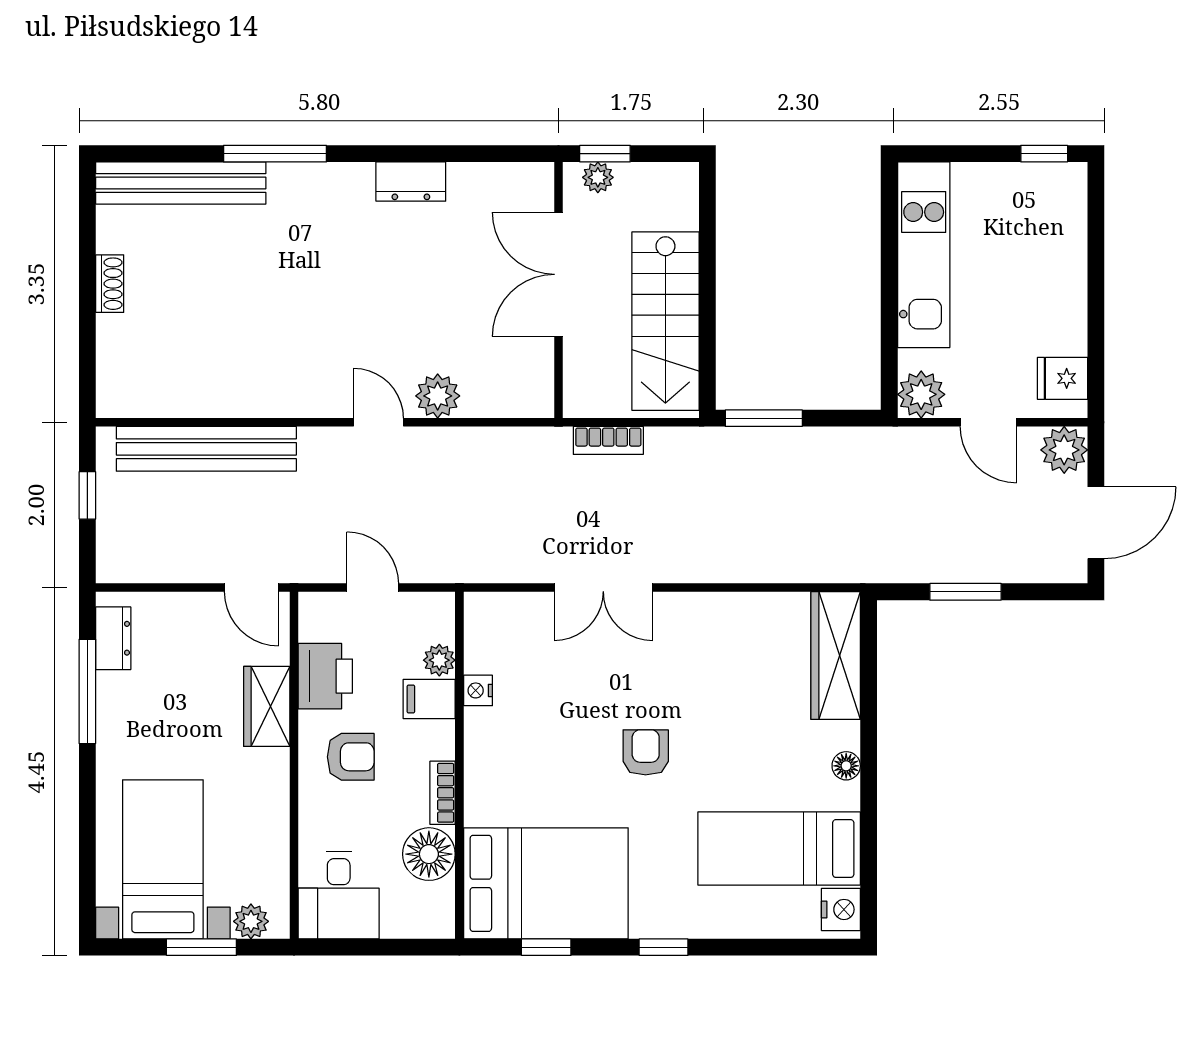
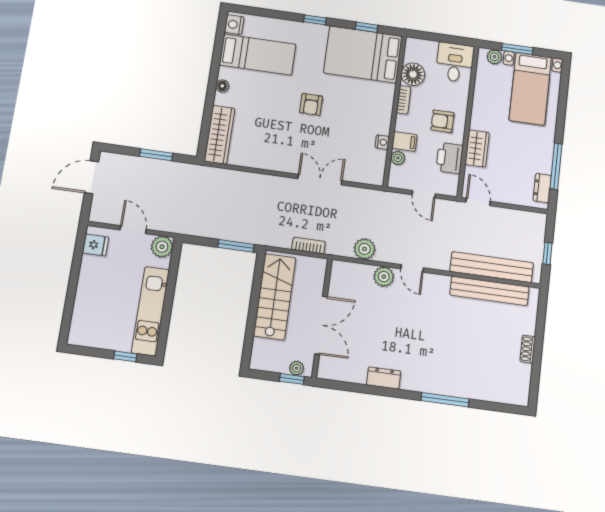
window: (1044, 154) -> (125, 356), moved
bench: (181, 183) -> (489, 291), moved
plant: (1064, 450) -> (365, 249), moved

